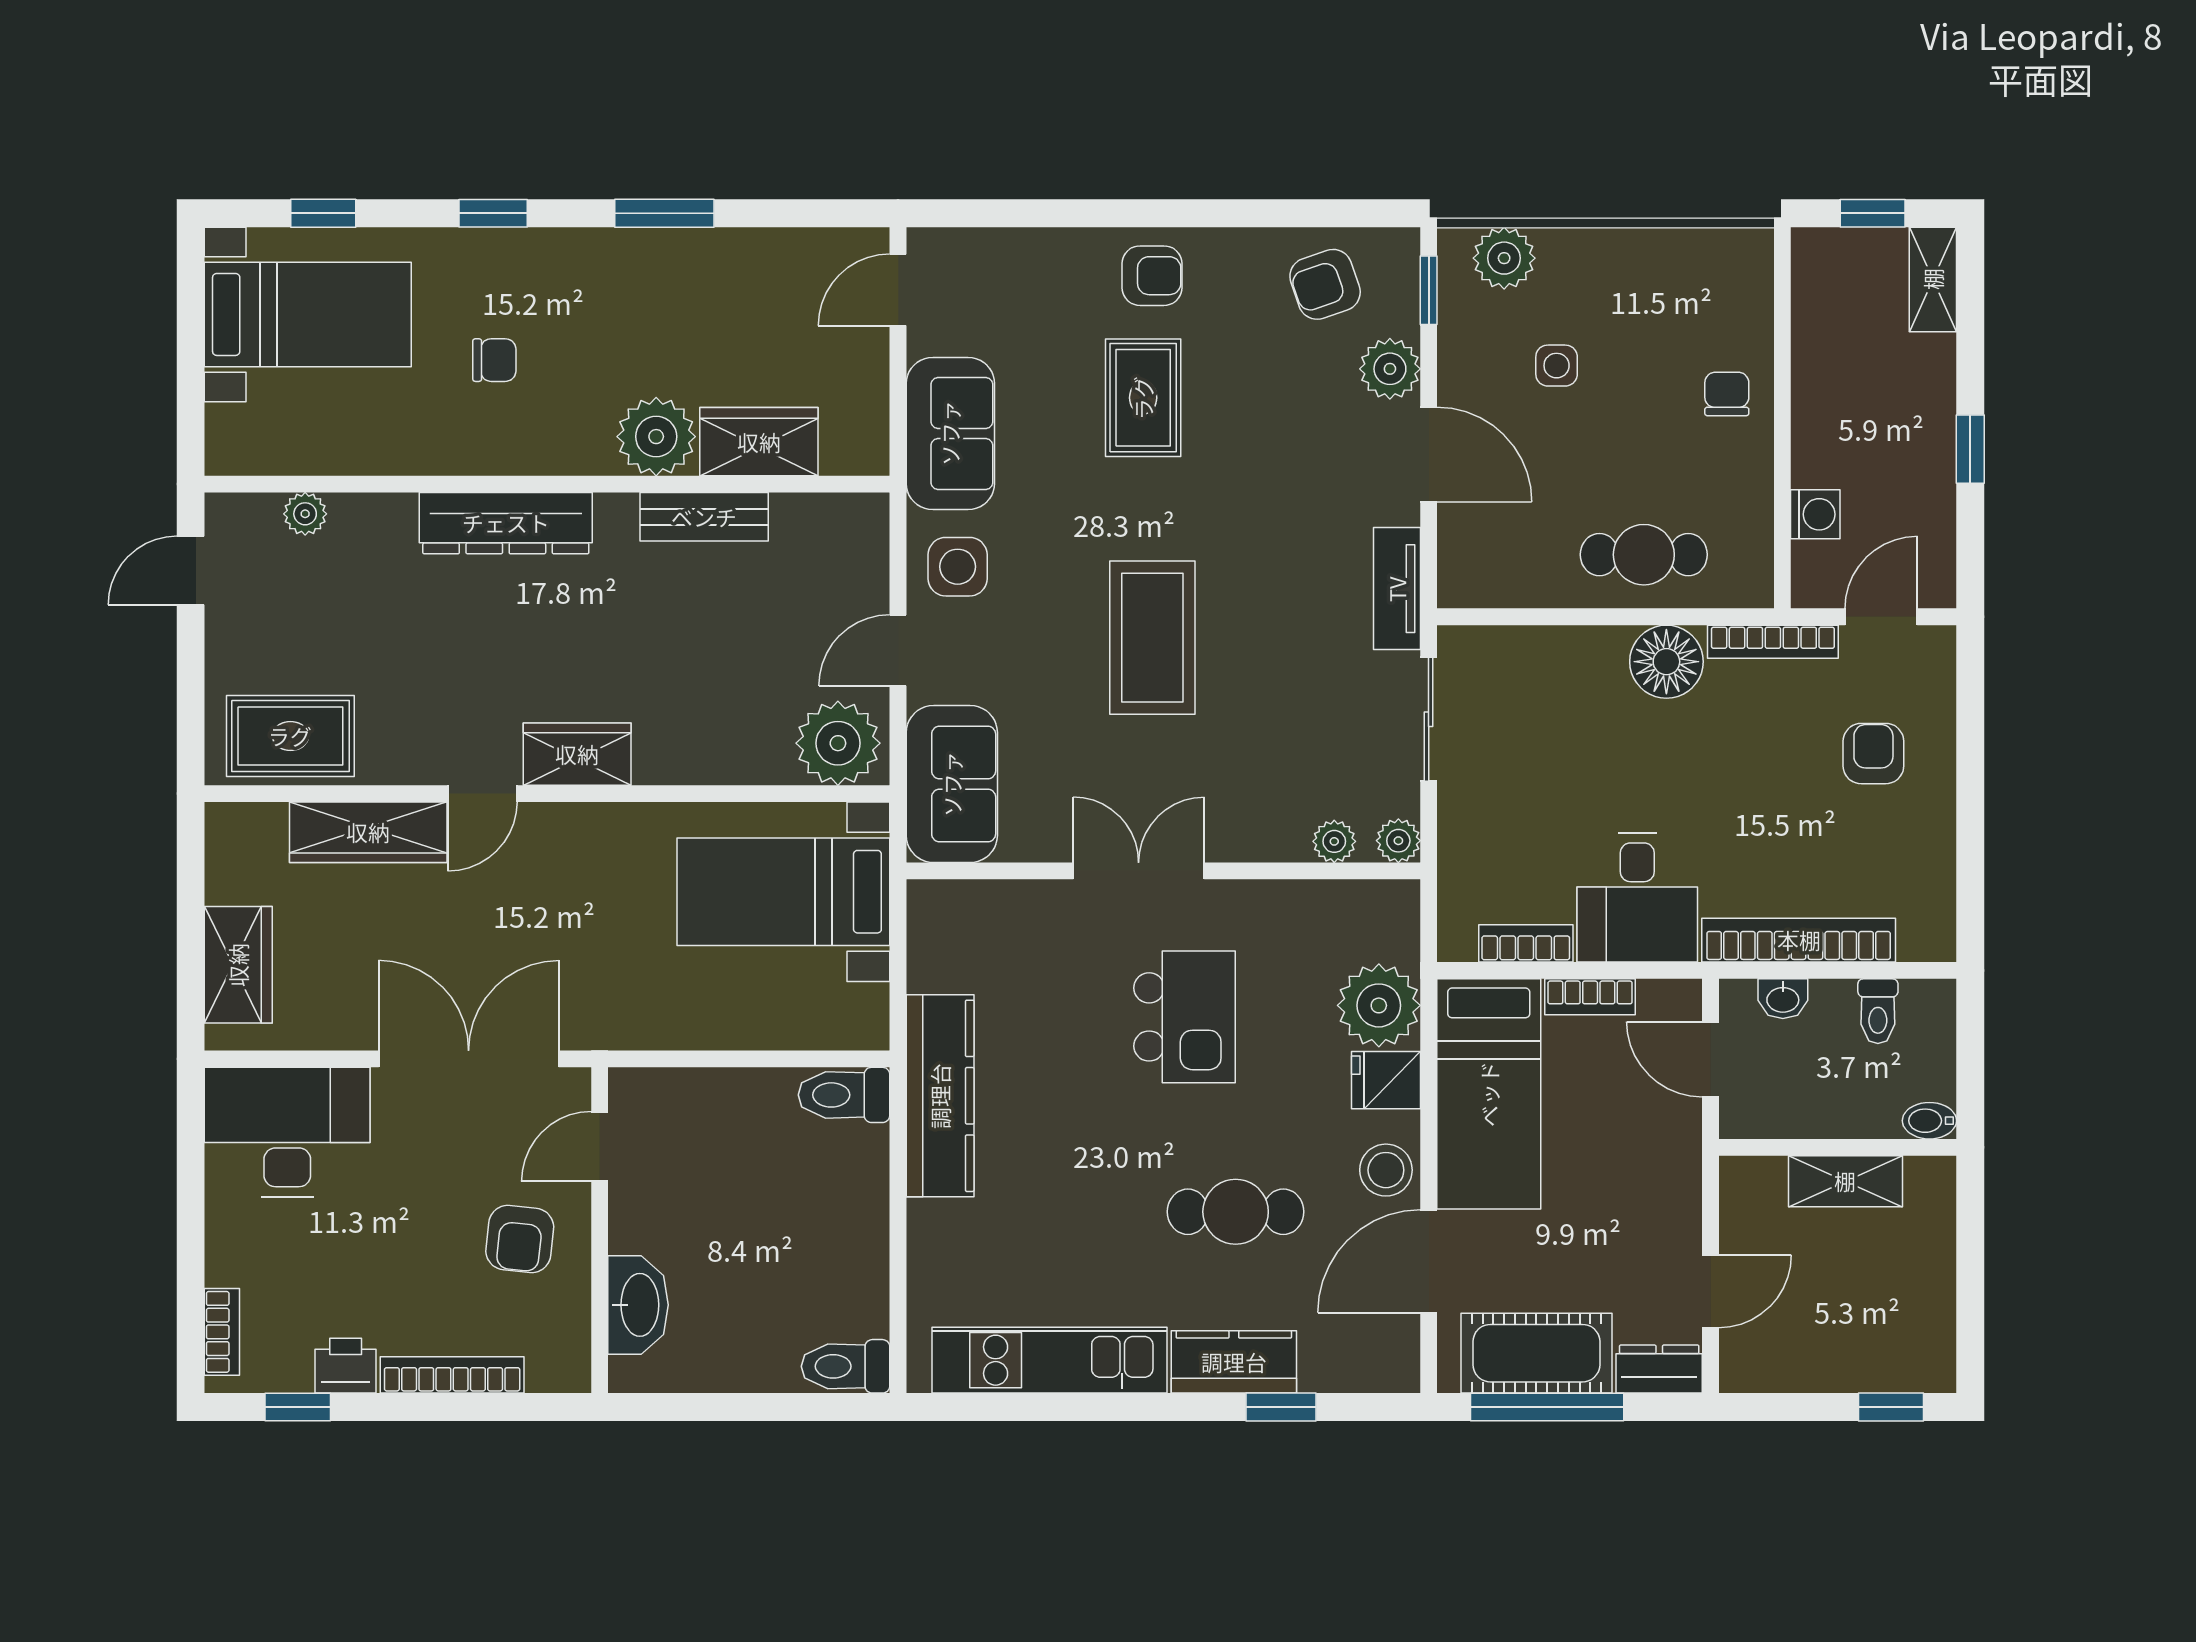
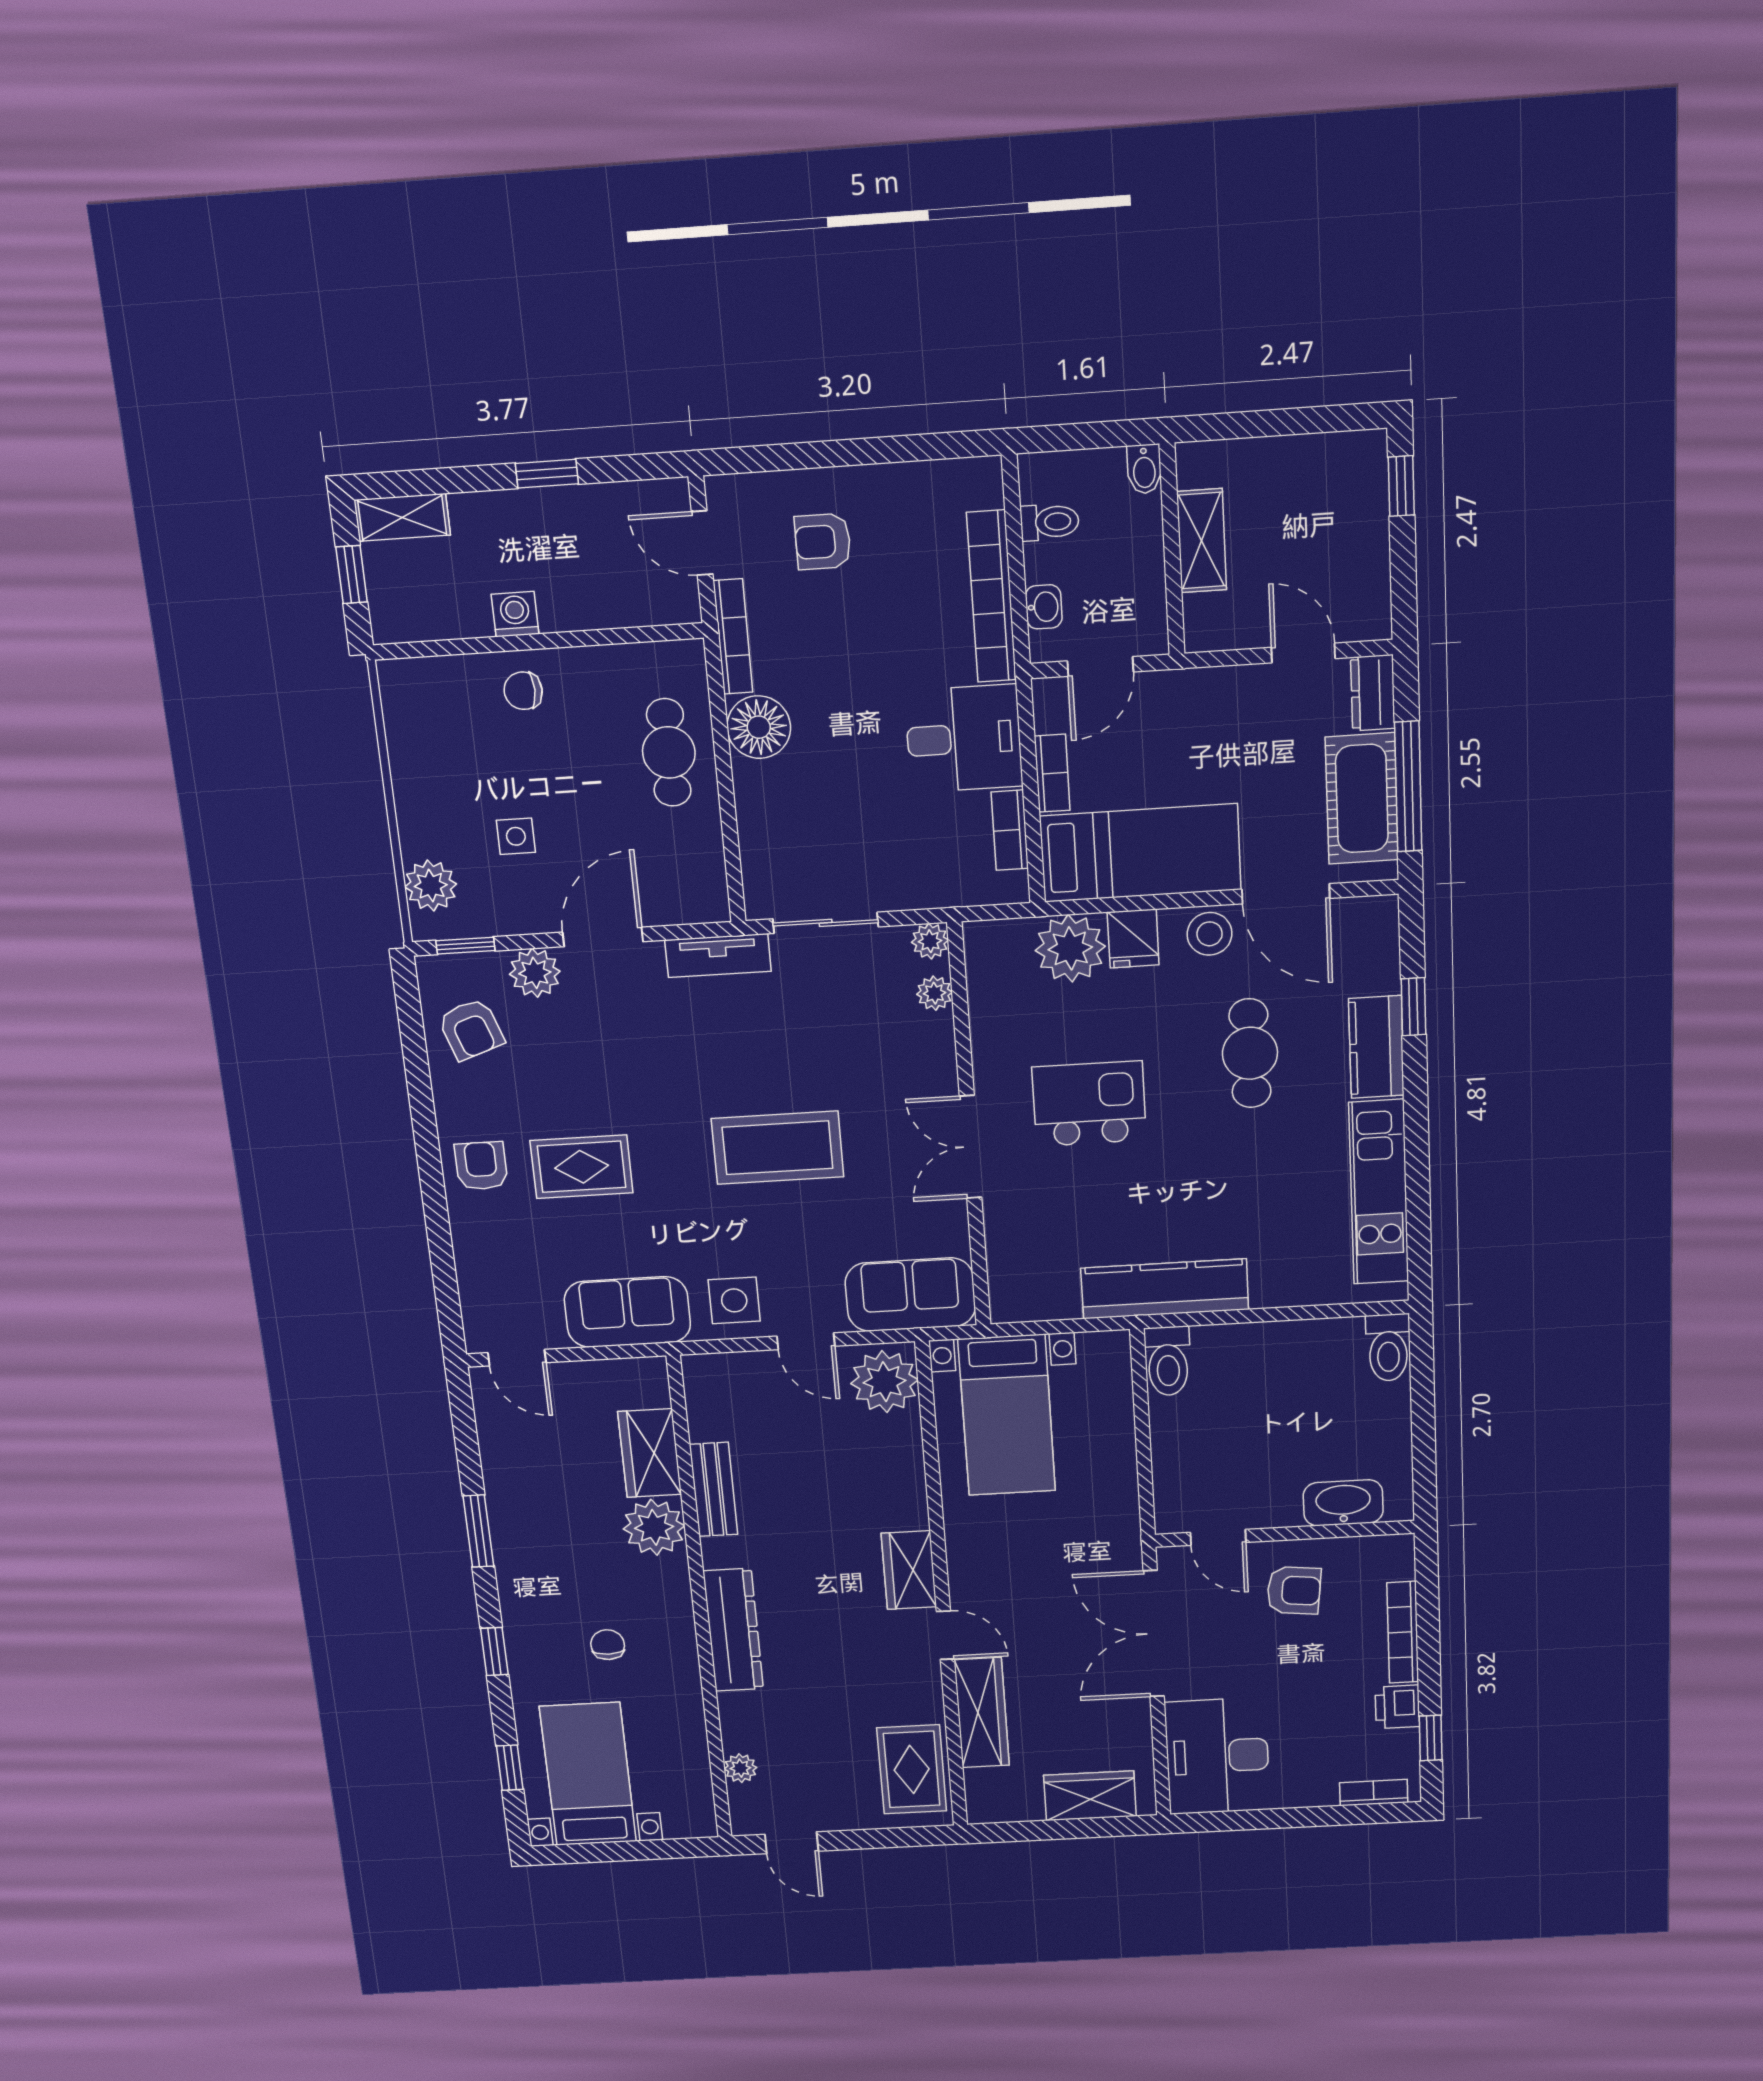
washing machine: (1815, 514) -> (515, 614), moved

